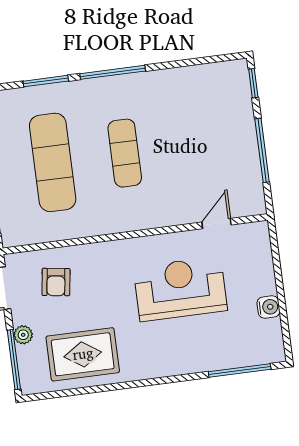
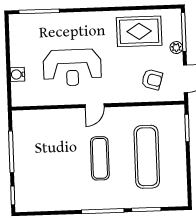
door: (216, 223) -> (95, 106), moved
armchair: (56, 282) -> (152, 80), turned 99
water cooler: (268, 307) -> (17, 74), moved

